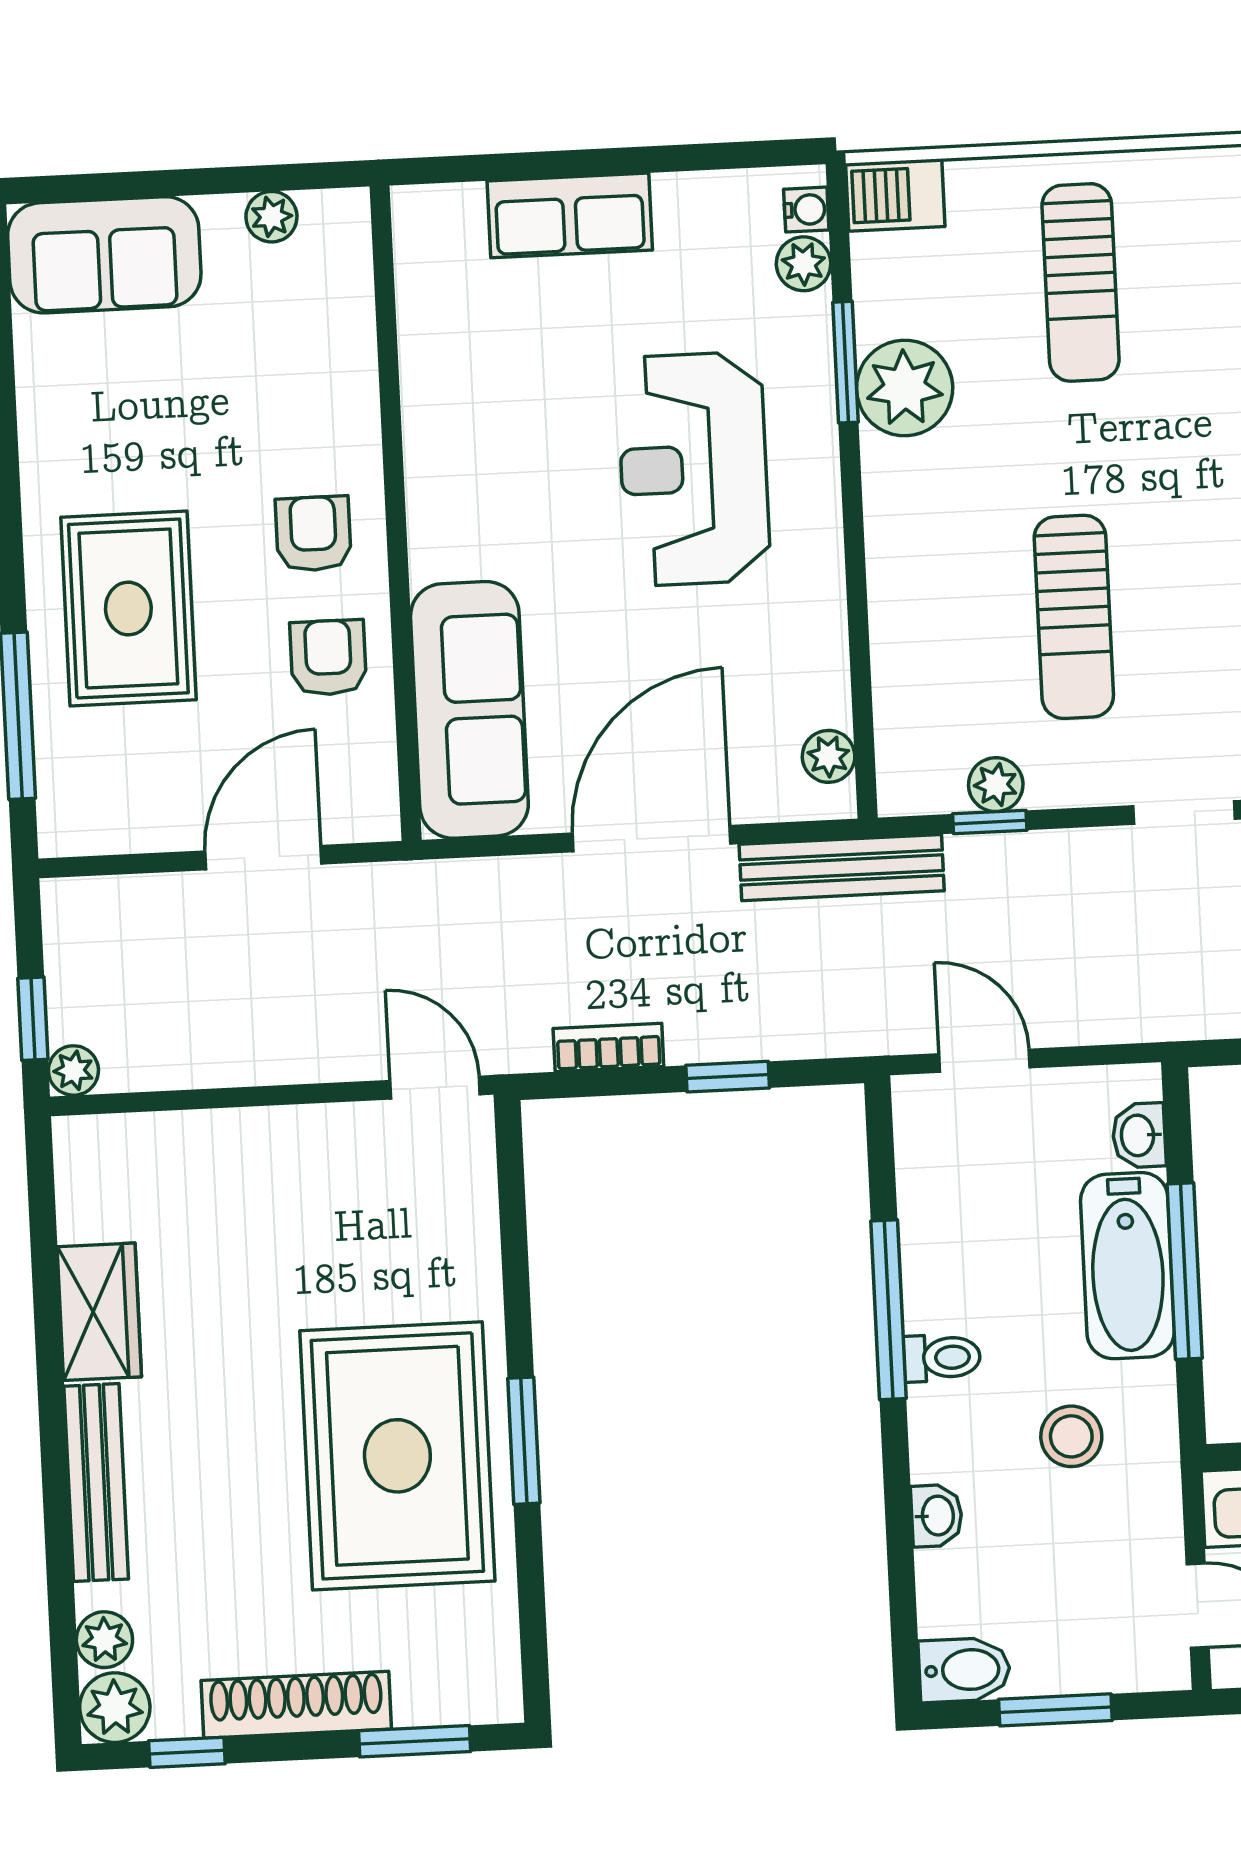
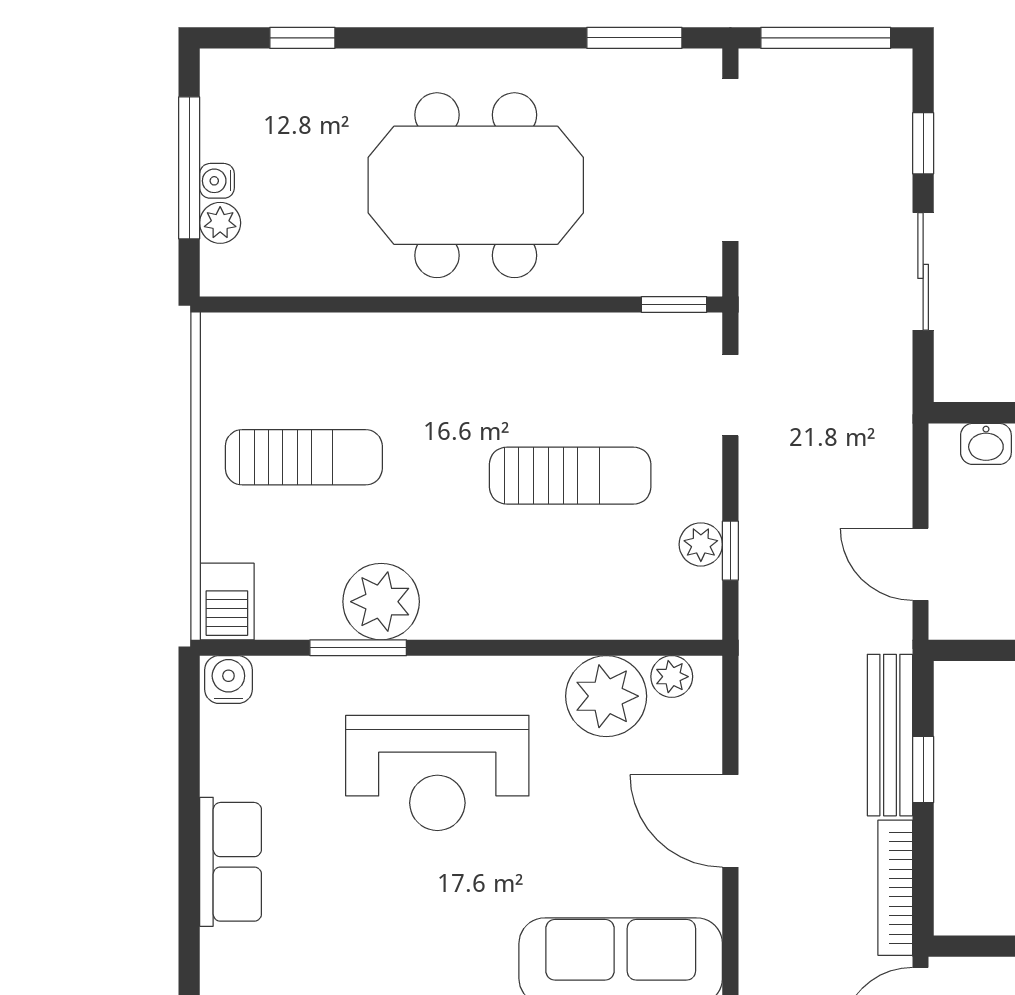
water cooler: (806, 210) -> (228, 680), width x1.38, depth x1.38
plant: (804, 264) -> (606, 696), moved, width x1.87, depth x1.87
door: (652, 839) -> (730, 821), width x0.73
bench: (842, 868) -> (890, 735), moved
bookcase: (608, 1047) -> (895, 888), width x1.56
door: (984, 1061) -> (920, 564), hinge flipped

